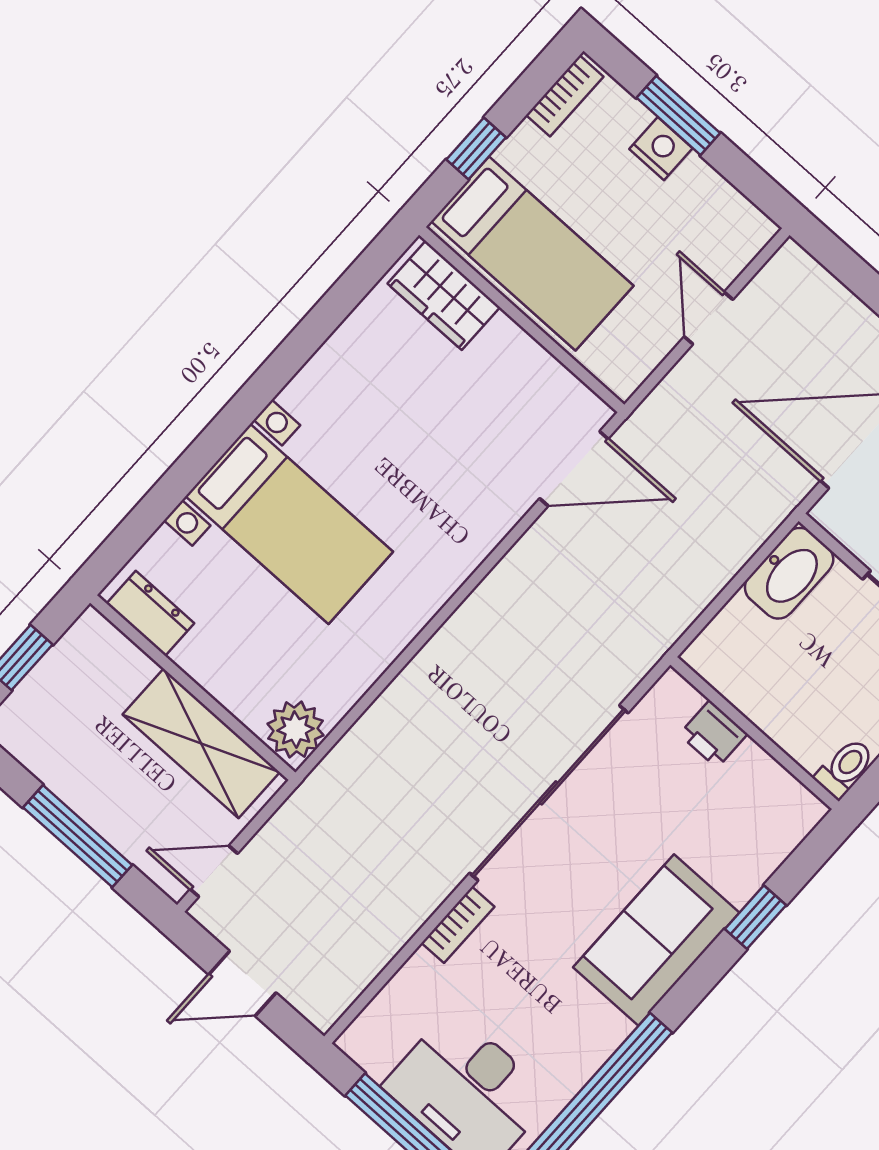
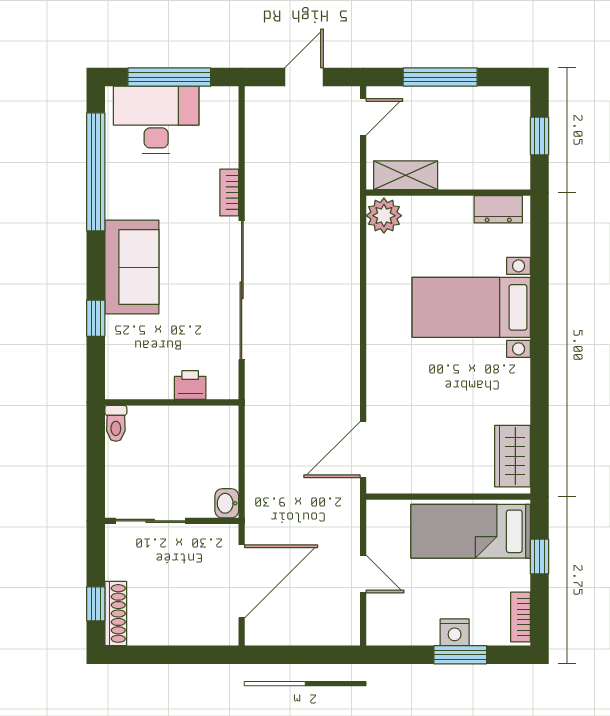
wardrobe: (444, 295) -> (513, 456), moved, turned -90
washbasin: (789, 573) -> (227, 503), width x0.52, depth x0.69
shelving: (201, 743) -> (406, 175), width x0.67, depth x0.75

